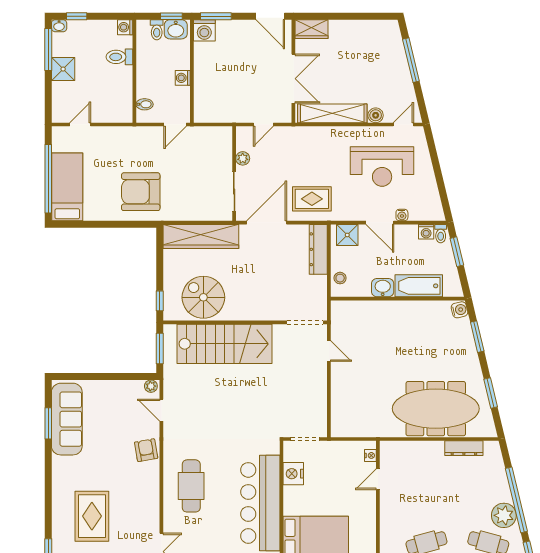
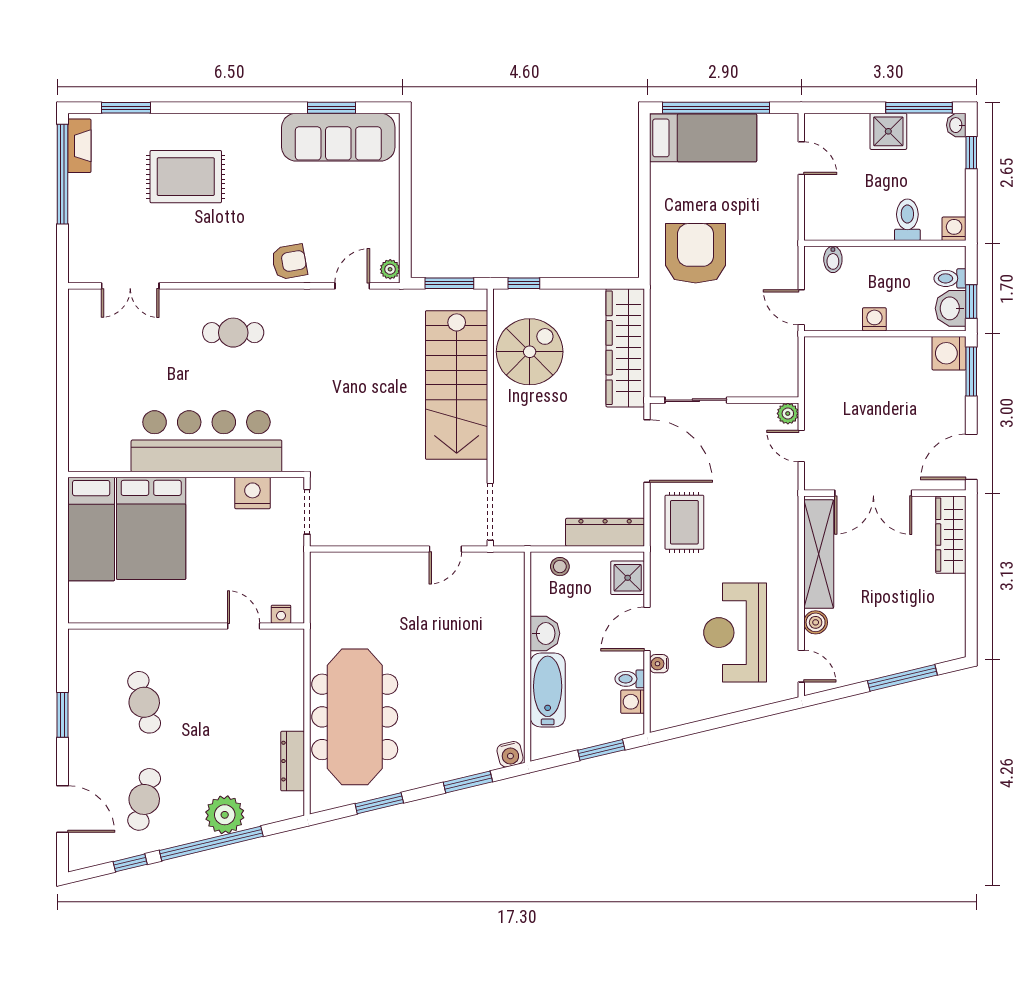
wardrobe: (312, 29) -> (951, 535), width x1.50
plant: (243, 158) -> (788, 414), moved
toilet: (441, 234) -> (630, 679), moved
cafe table: (191, 486) -> (233, 333), width x0.73, depth x0.74
plant: (504, 515) -> (225, 815), moved

